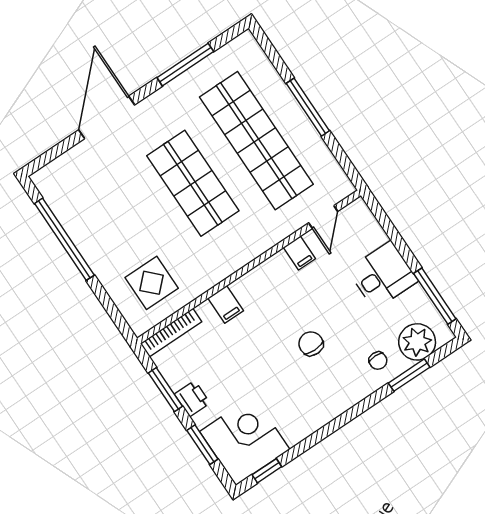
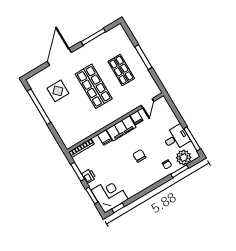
shop shelf: (256, 141) -> (121, 70), width x0.50, depth x0.74
desk: (383, 275) -> (176, 138), moved
filing cabinet: (264, 280) -> (121, 128), added
display table: (152, 283) -> (58, 91), moved

